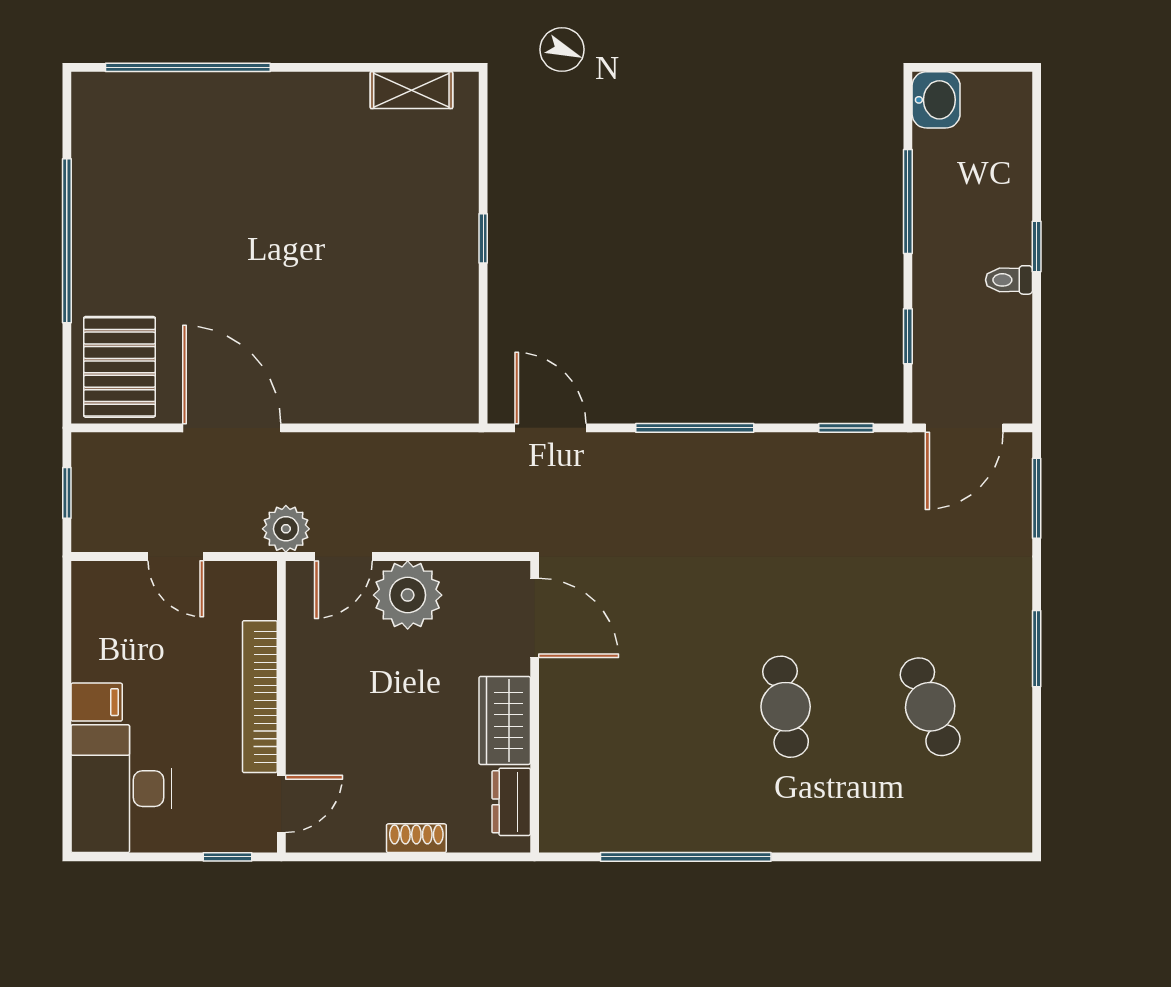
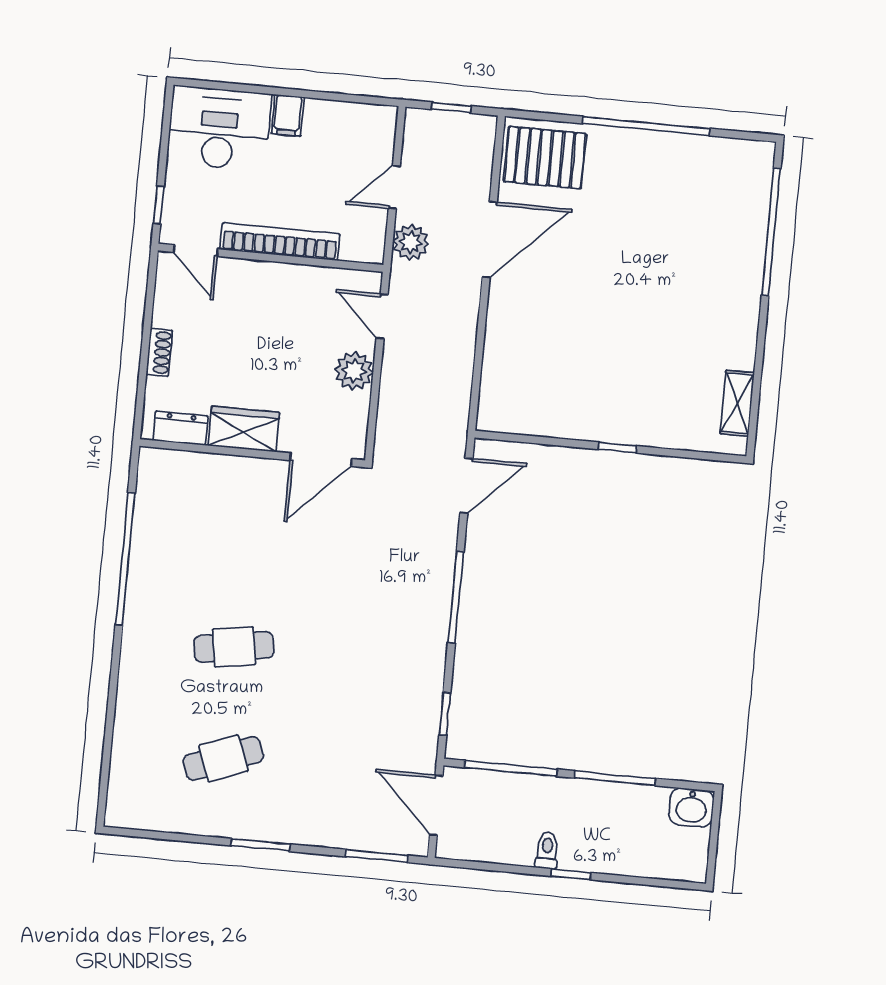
window: (908, 336) -> (511, 768), width x2.17
plant: (286, 529) -> (411, 242), moved
plant: (408, 595) -> (354, 371), width x0.73, depth x0.73

